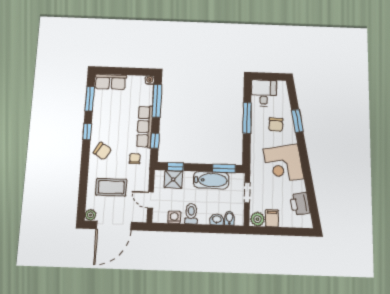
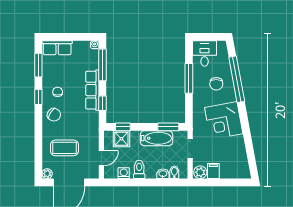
window: (297, 121) -> (237, 79), width x2.11
chair: (135, 159) -> (58, 92), moved
door: (151, 200) -> (101, 158), swing flipped
printer: (300, 204) -> (239, 157), removed

